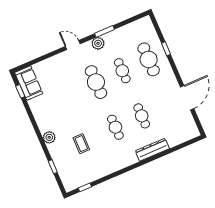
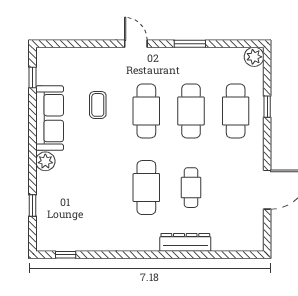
plant: (98, 43) -> (254, 57), moved
cafe table: (122, 71) -> (191, 111), width x1.37, depth x1.35
sofa: (29, 83) -> (50, 118), moved, width x1.36
cafe table: (115, 127) -> (146, 188), width x1.37, depth x1.35
coffee table: (81, 144) -> (98, 105), moved

